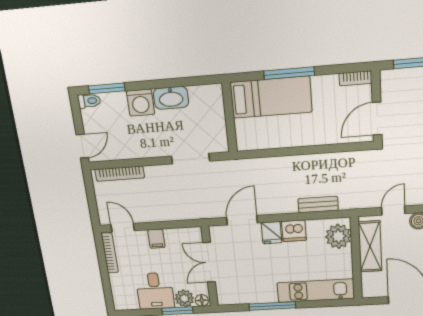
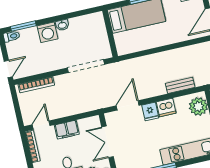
washbasin: (171, 98) -> (62, 25), width x0.52, depth x0.69
doorway: (190, 159) -> (86, 66), width x1.36
door: (123, 228) -> (41, 125), hinge flipped
filing cabinet: (156, 239) -> (67, 130), width x2.00

